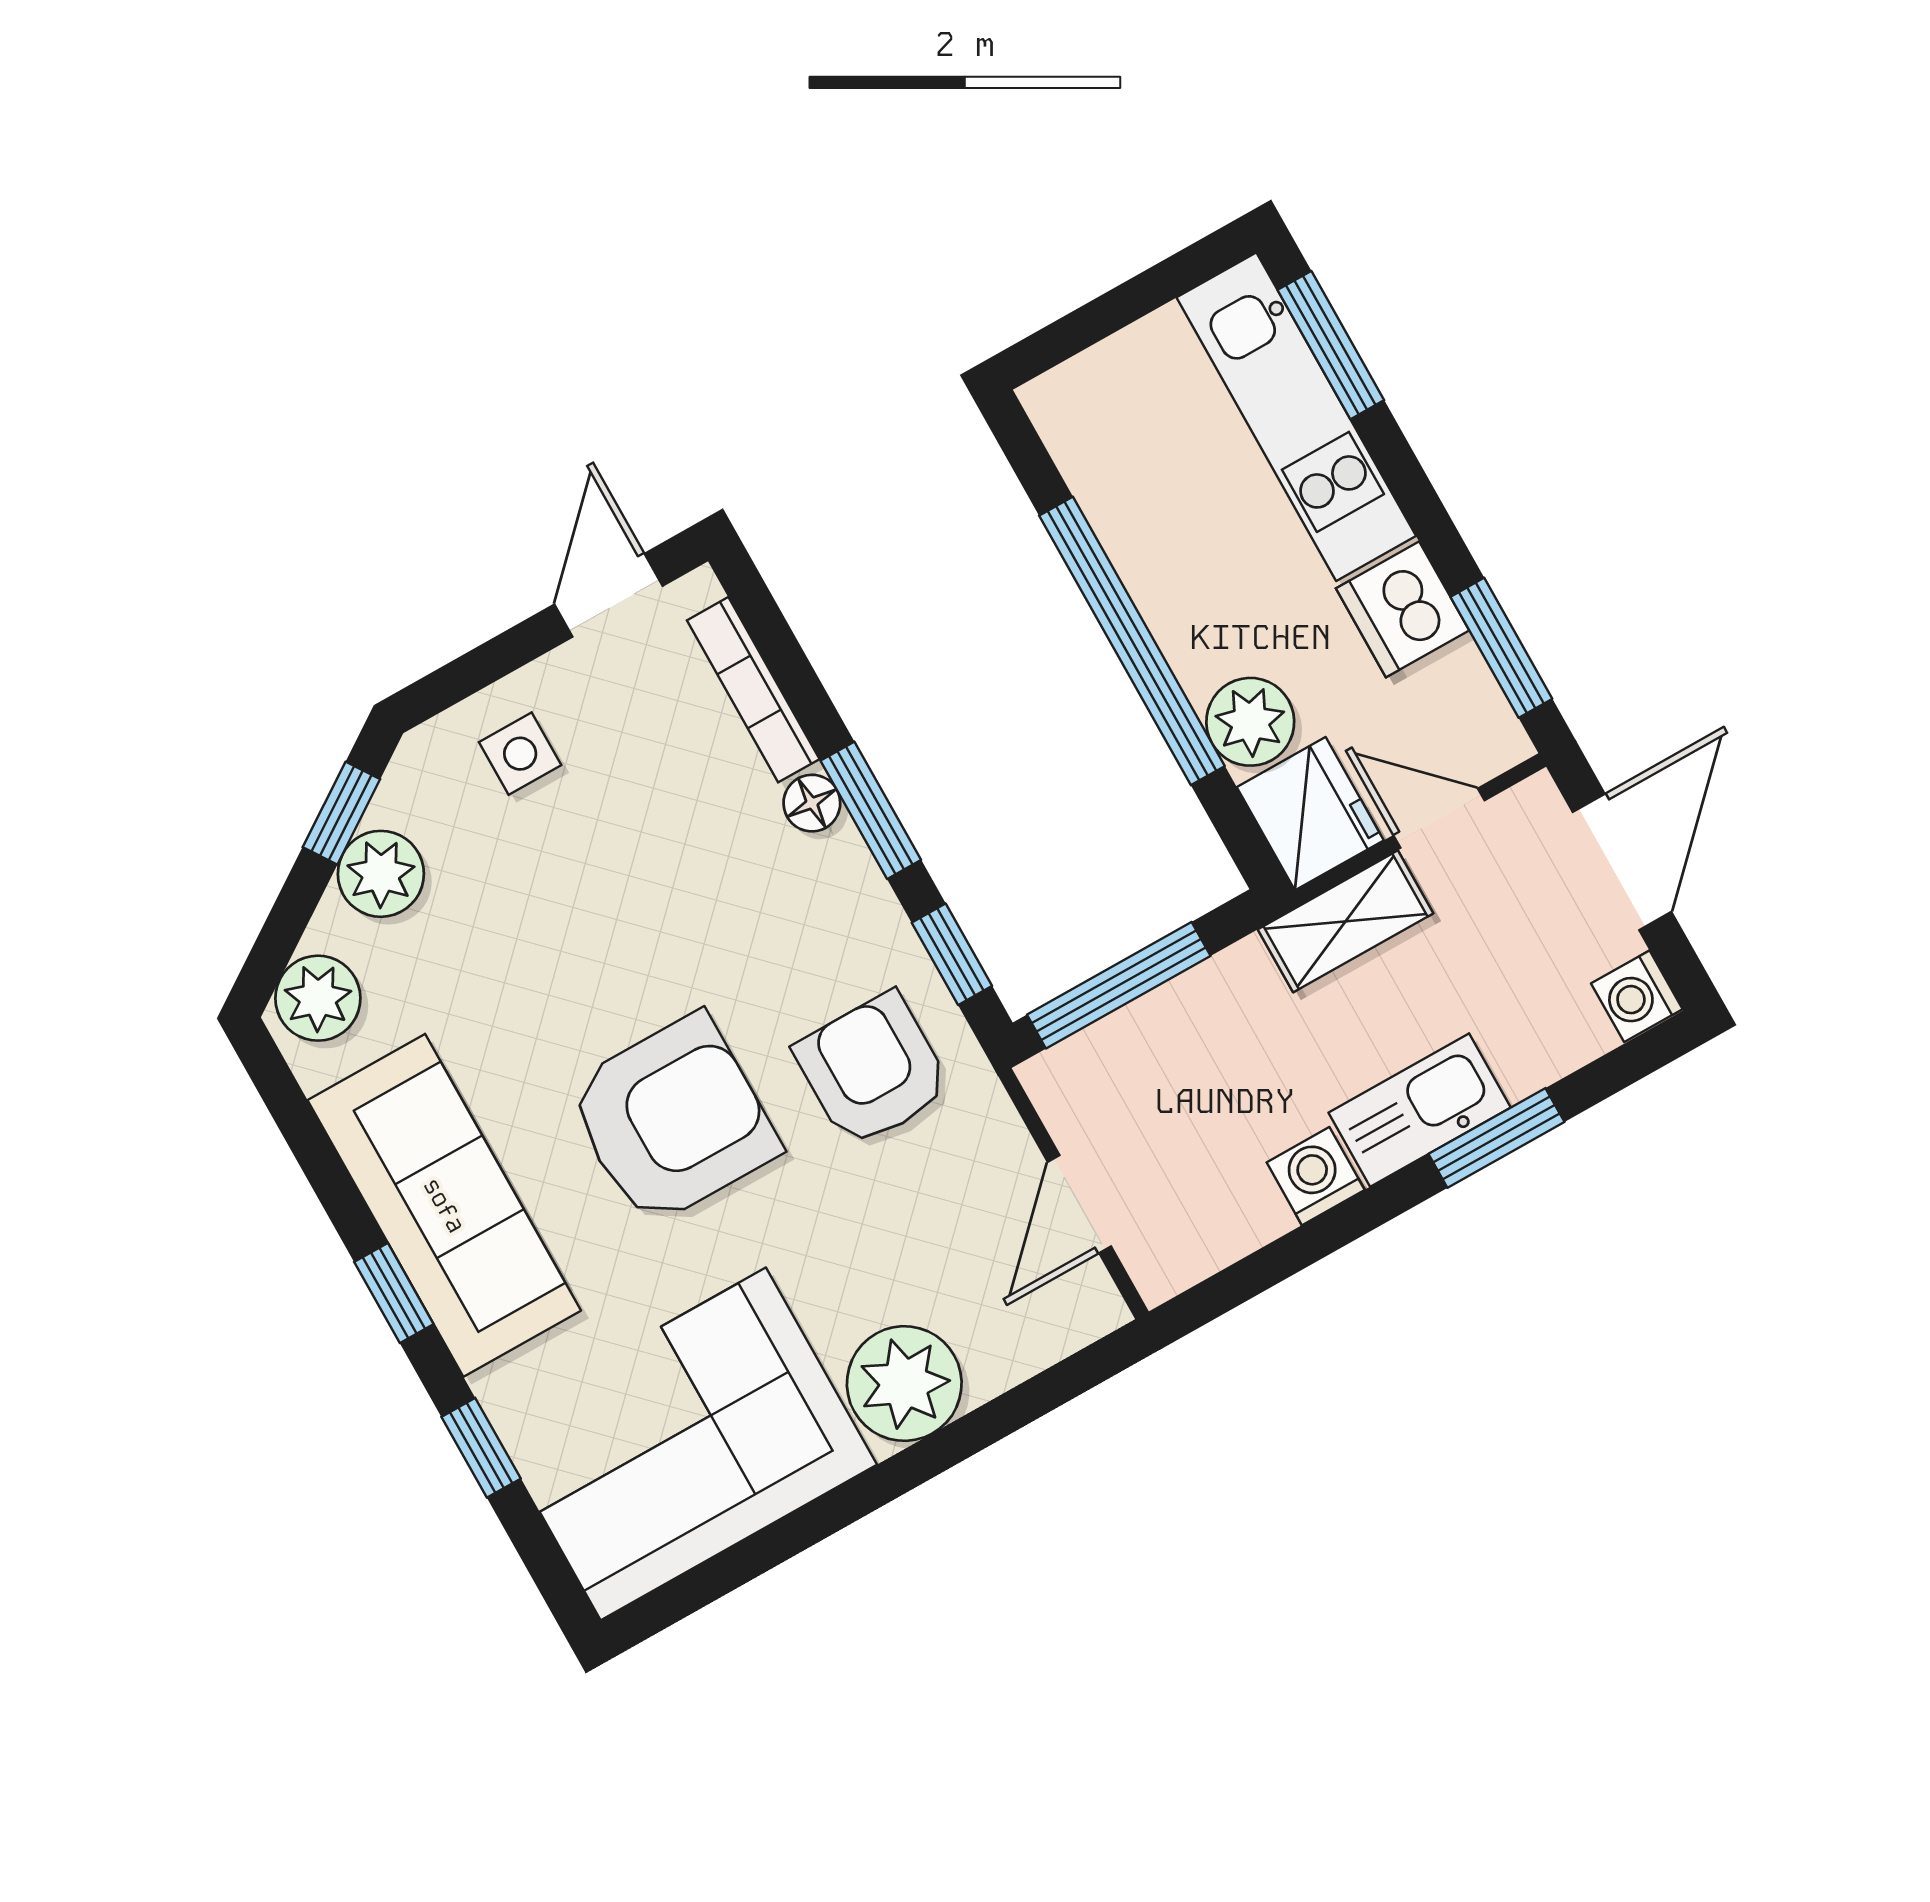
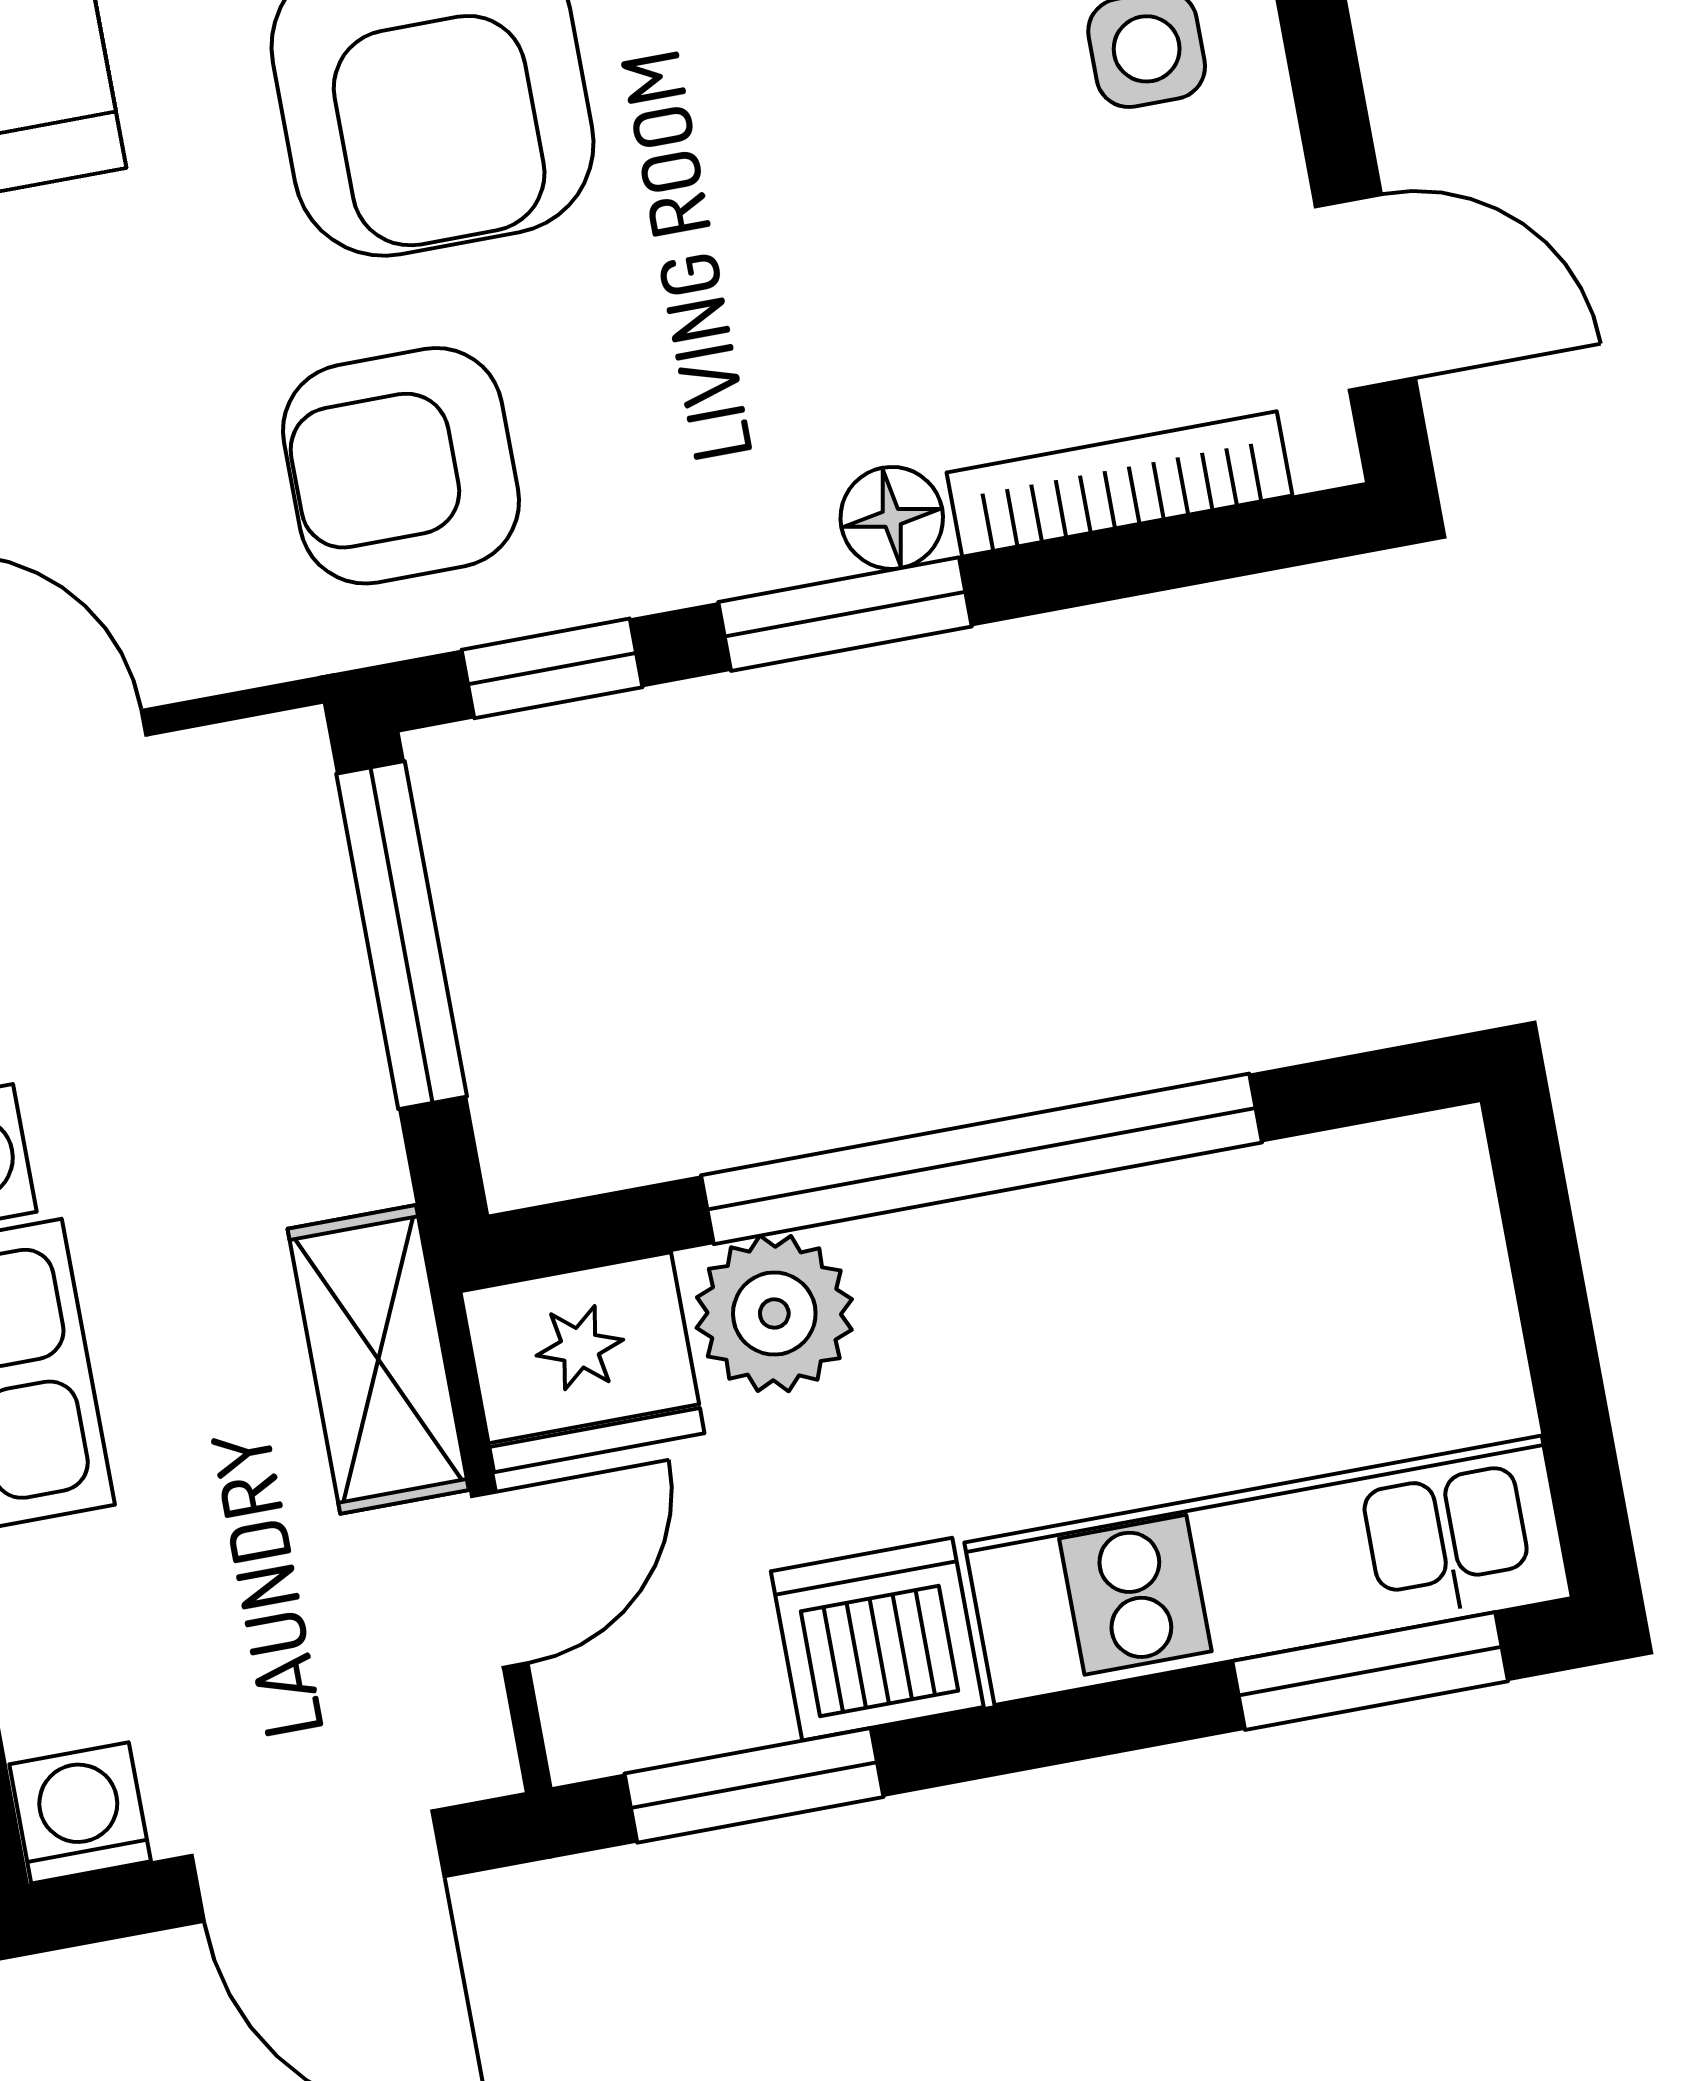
armchair: (873, 1070) -> (401, 466), turned 180

